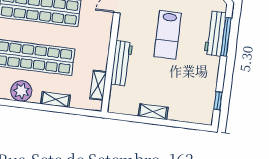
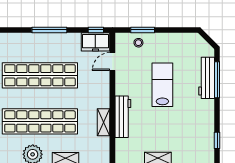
lab bench: (168, 35) -> (162, 85), turned 180
shelving: (98, 85) -> (104, 122), moved

